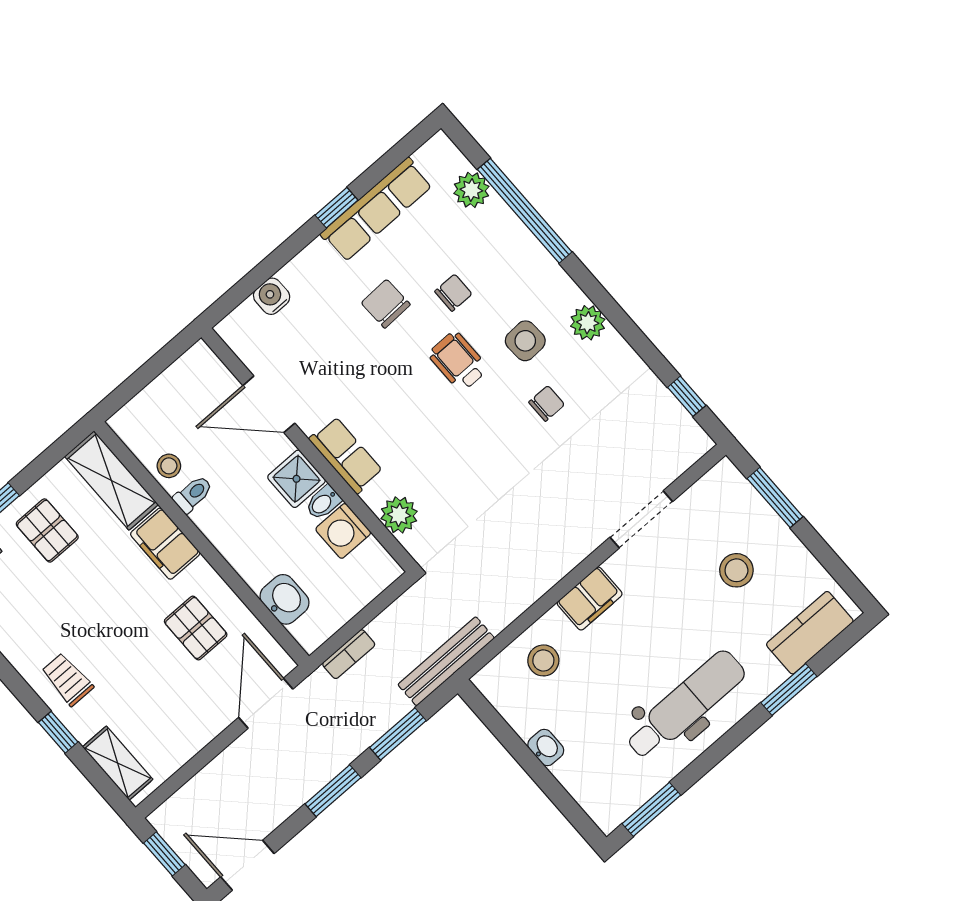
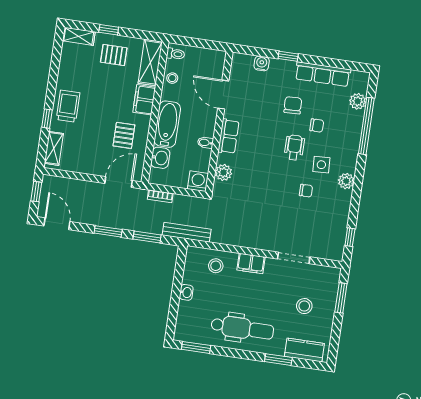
window: (337, 208) -> (288, 56), moved
shower: (296, 479) -> (206, 126), removed
toilet: (193, 494) -> (176, 54), moved
pallet: (47, 531) -> (114, 55), turned 90
washing machine: (343, 531) -> (198, 181), moved, turned 90
bathtub: (239, 540) -> (167, 124), added
trolley: (67, 679) -> (68, 106), width x1.36, depth x1.39

